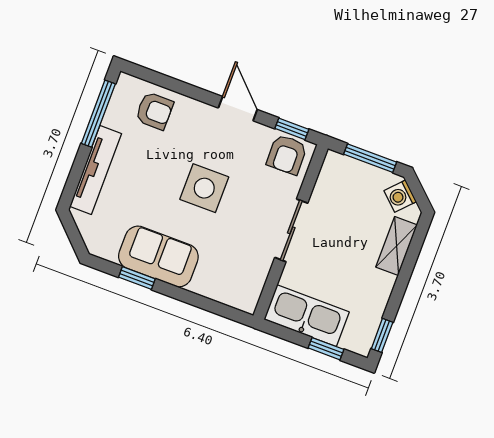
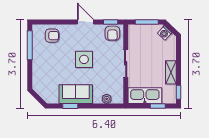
tv unit: (96, 170) -> (37, 69), removed
shelving: (397, 246) -> (171, 72), moved
plant: (221, 292) -> (107, 99), added

